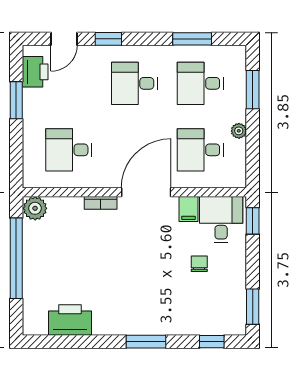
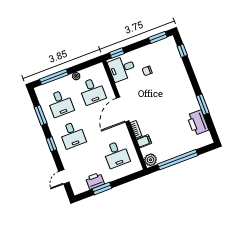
door: (64, 39) -> (64, 177), swing flipped
window: (108, 39) -> (52, 144), moved
printer: (35, 72) -> (95, 181), moved
window: (253, 90) -> (54, 77), width x1.44
door: (146, 192) -> (123, 109), hinge flipped
filing cabinet: (188, 209) -> (144, 141), moved
window: (146, 342) -> (203, 105), moved

